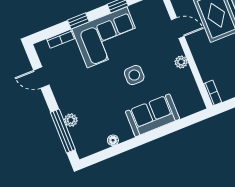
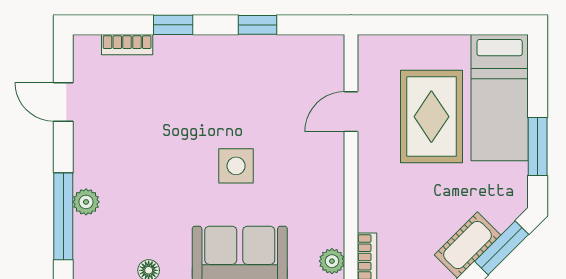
door: (178, 28) -> (351, 112), swing flipped
corner sofa: (107, 37) -> (214, 76), removed
plant: (181, 62) -> (332, 261), moved

